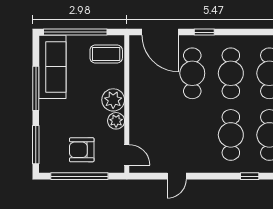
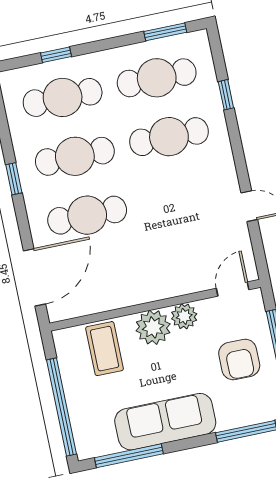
window: (204, 32) -> (14, 179), moved
coffee table: (106, 54) -> (105, 349), moved
sofa: (52, 67) -> (165, 422), moved
window: (36, 88) -> (129, 456), moved

